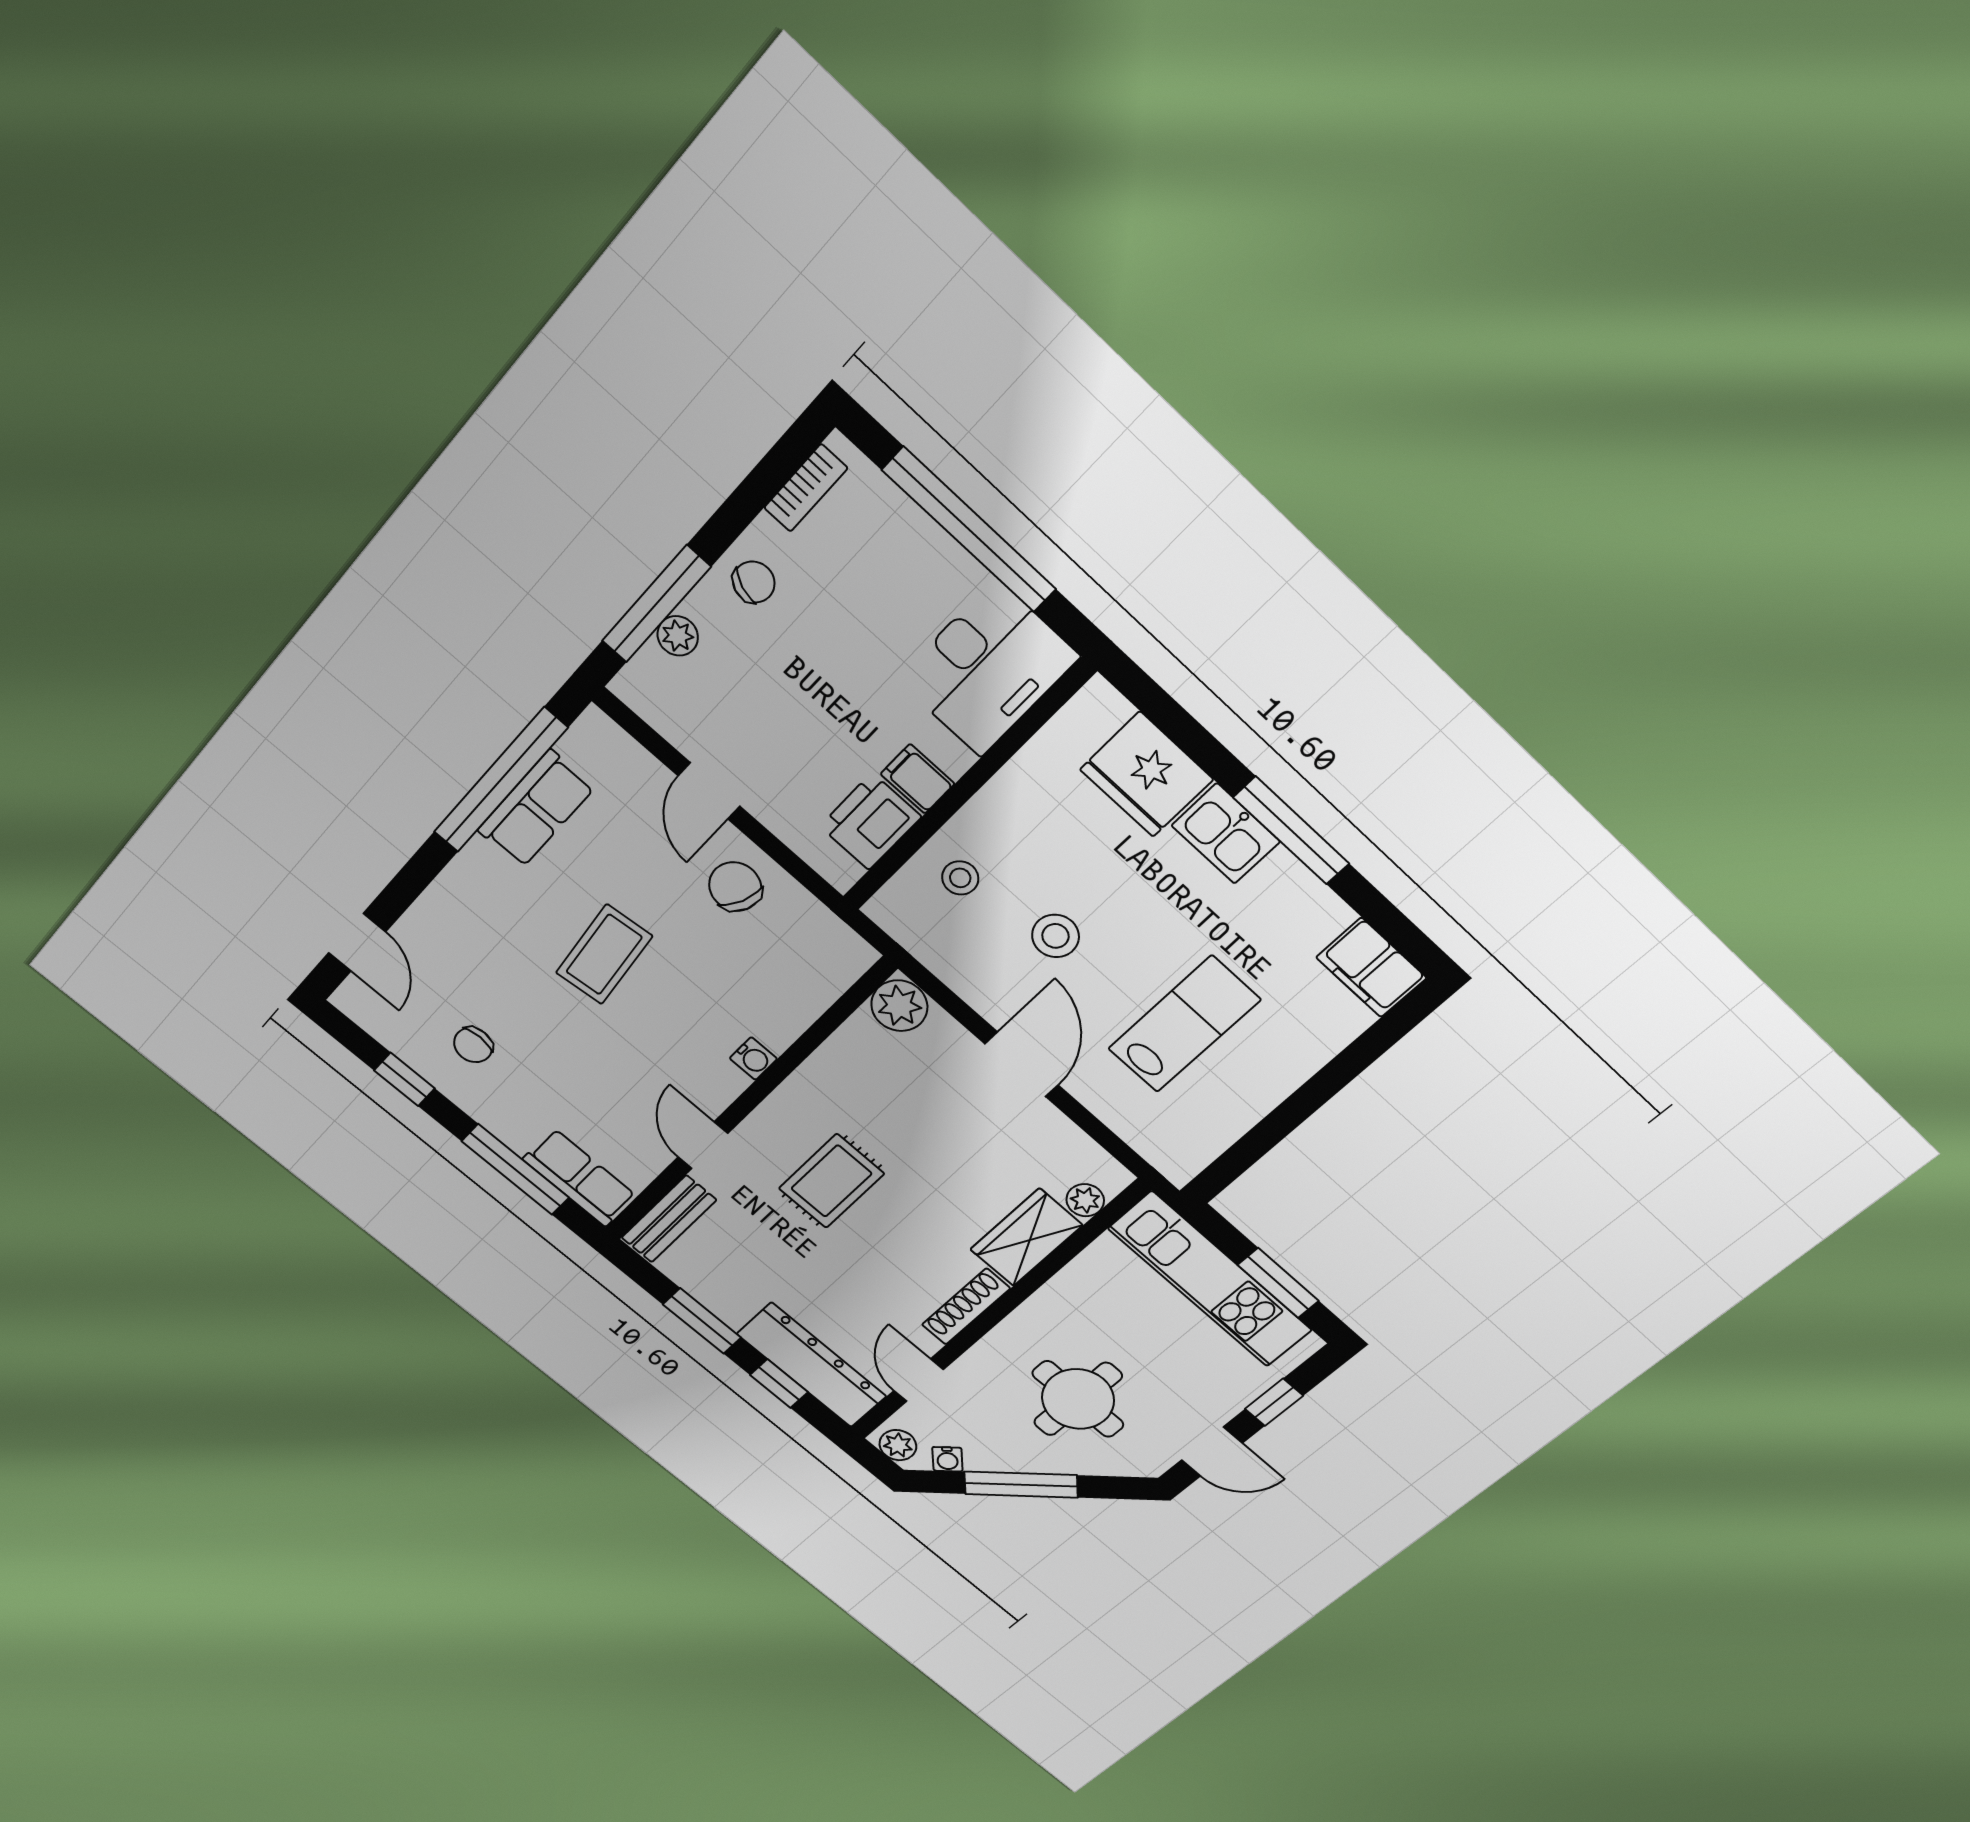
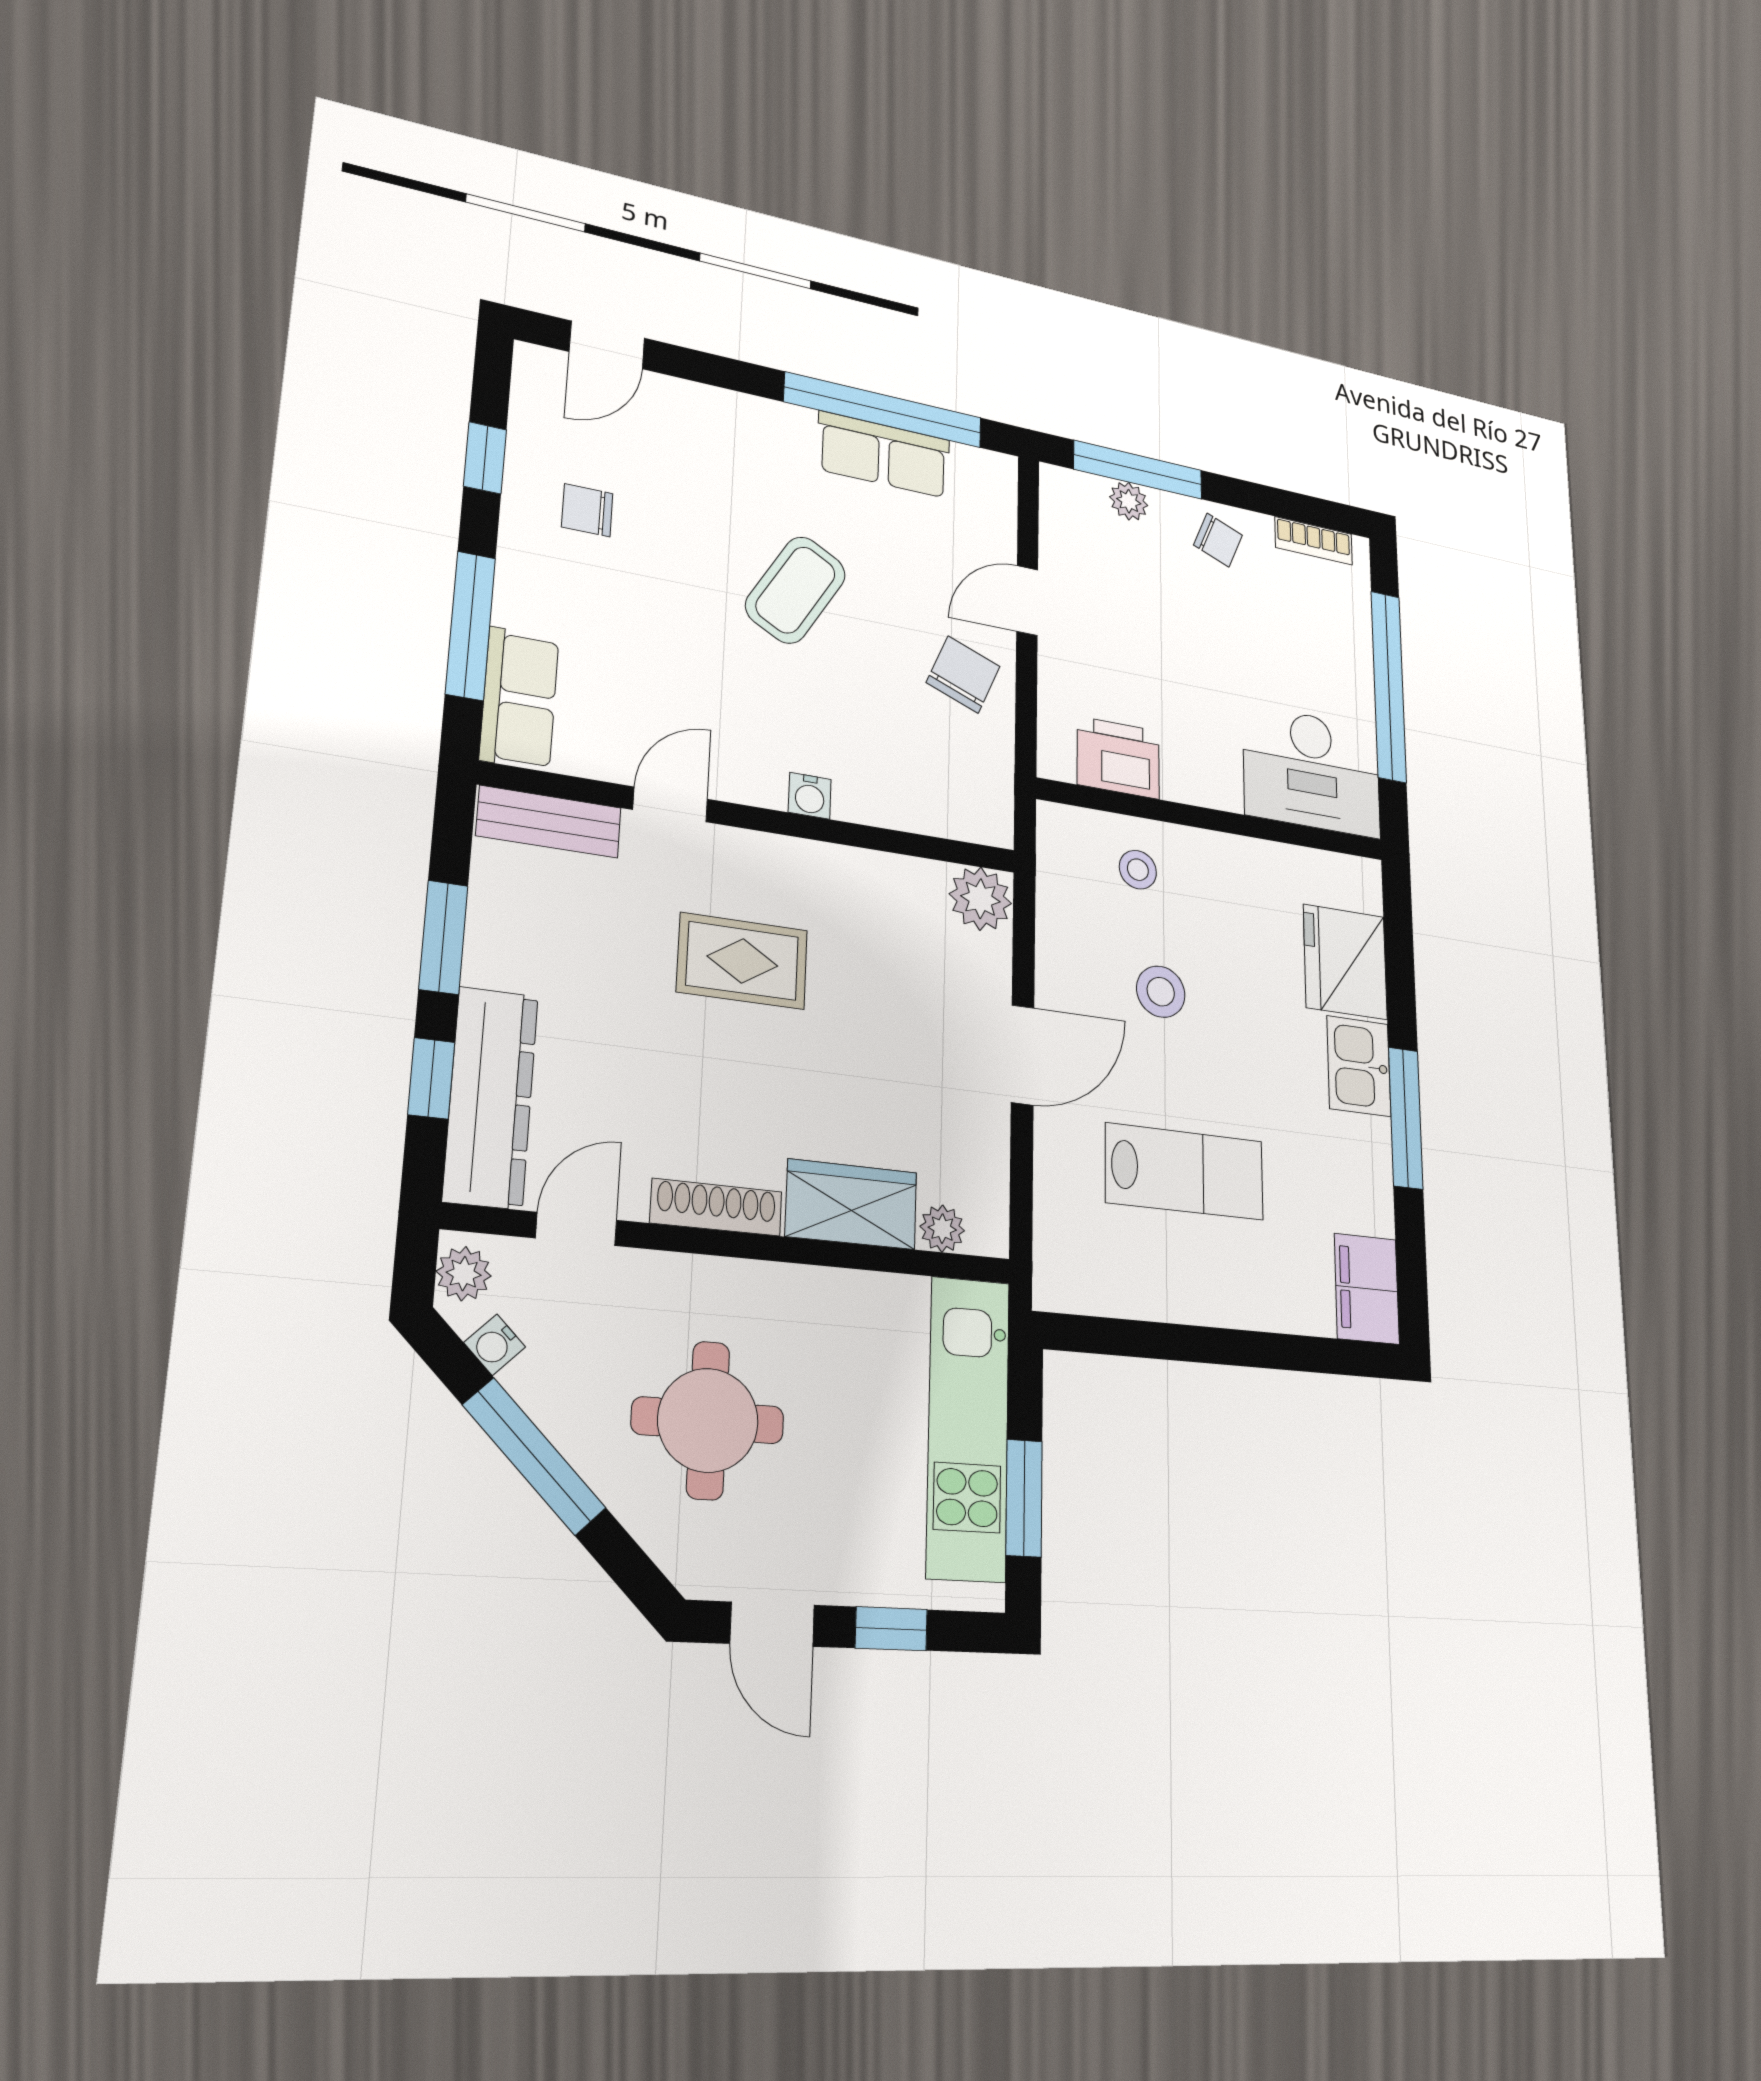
filing cabinet: (918, 779) -> (1185, 774), removed
coffee table: (604, 954) -> (796, 590), turned -54

